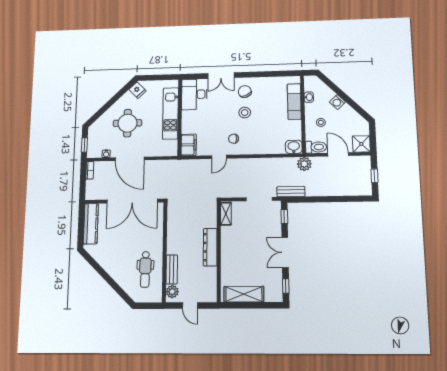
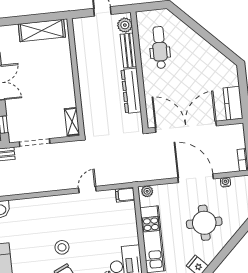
chair: (234, 139) -> (72, 214), removed
filing cabinet: (189, 145) -> (125, 195), width x0.50
plant: (170, 152) -> (147, 191), added
kitchen counter: (91, 224) -> (233, 103), width x0.67
dresser: (210, 247) -> (131, 91), moved, turned 180

